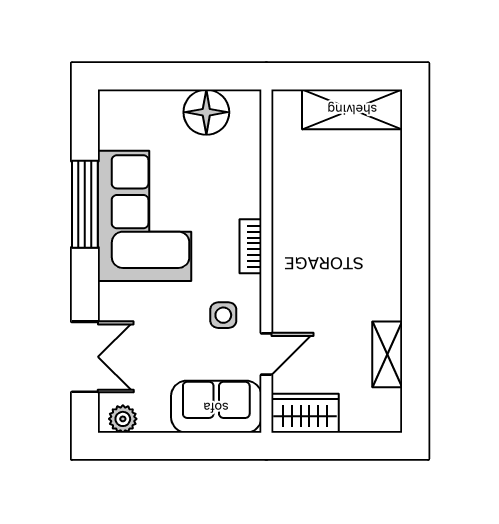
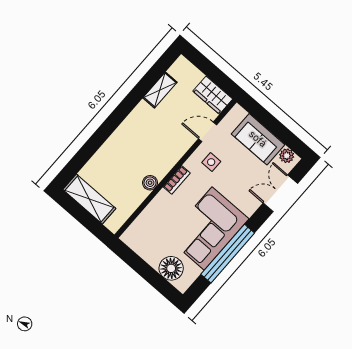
floor lamp: (206, 112) -> (171, 268), moved
window: (85, 204) -> (228, 254), width x1.46
boiler: (285, 209) -> (150, 183), added
sofa: (216, 407) -> (258, 139), moved

